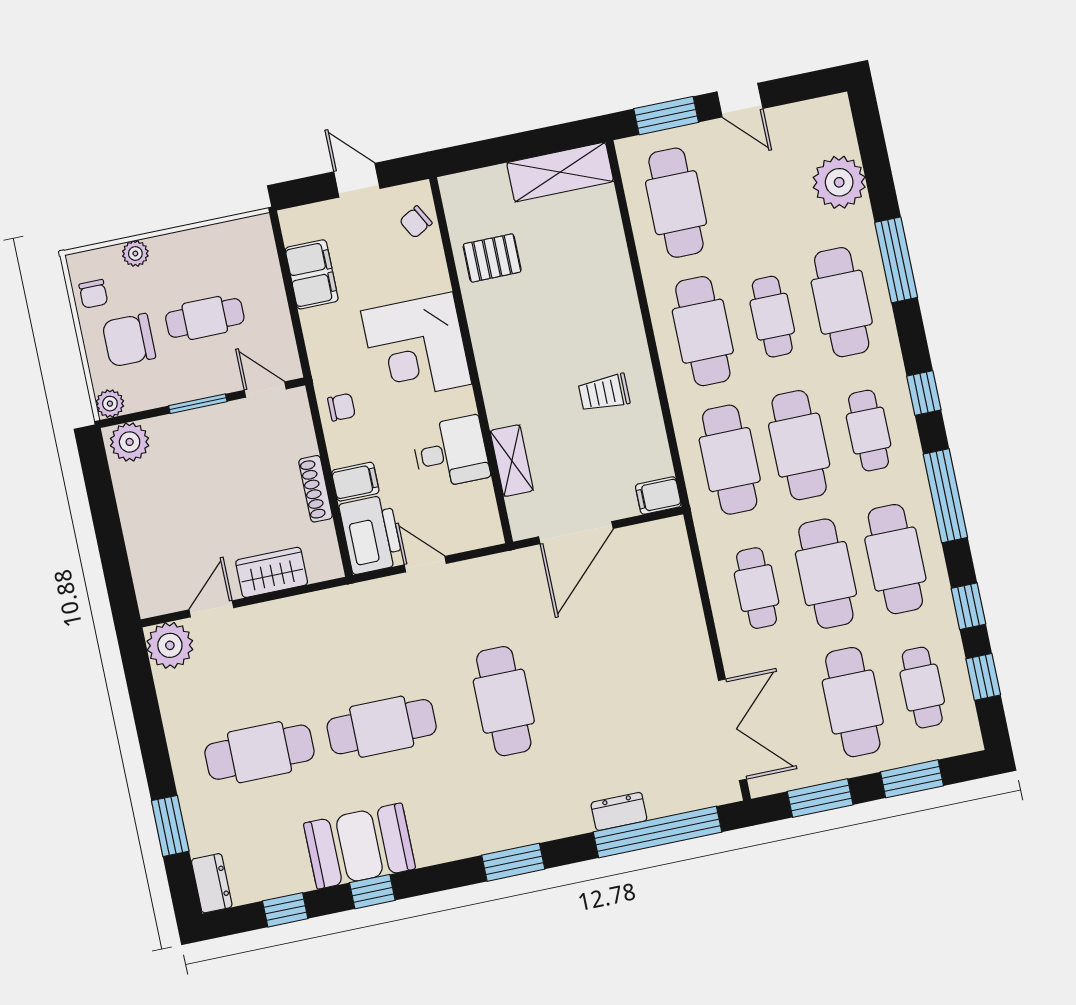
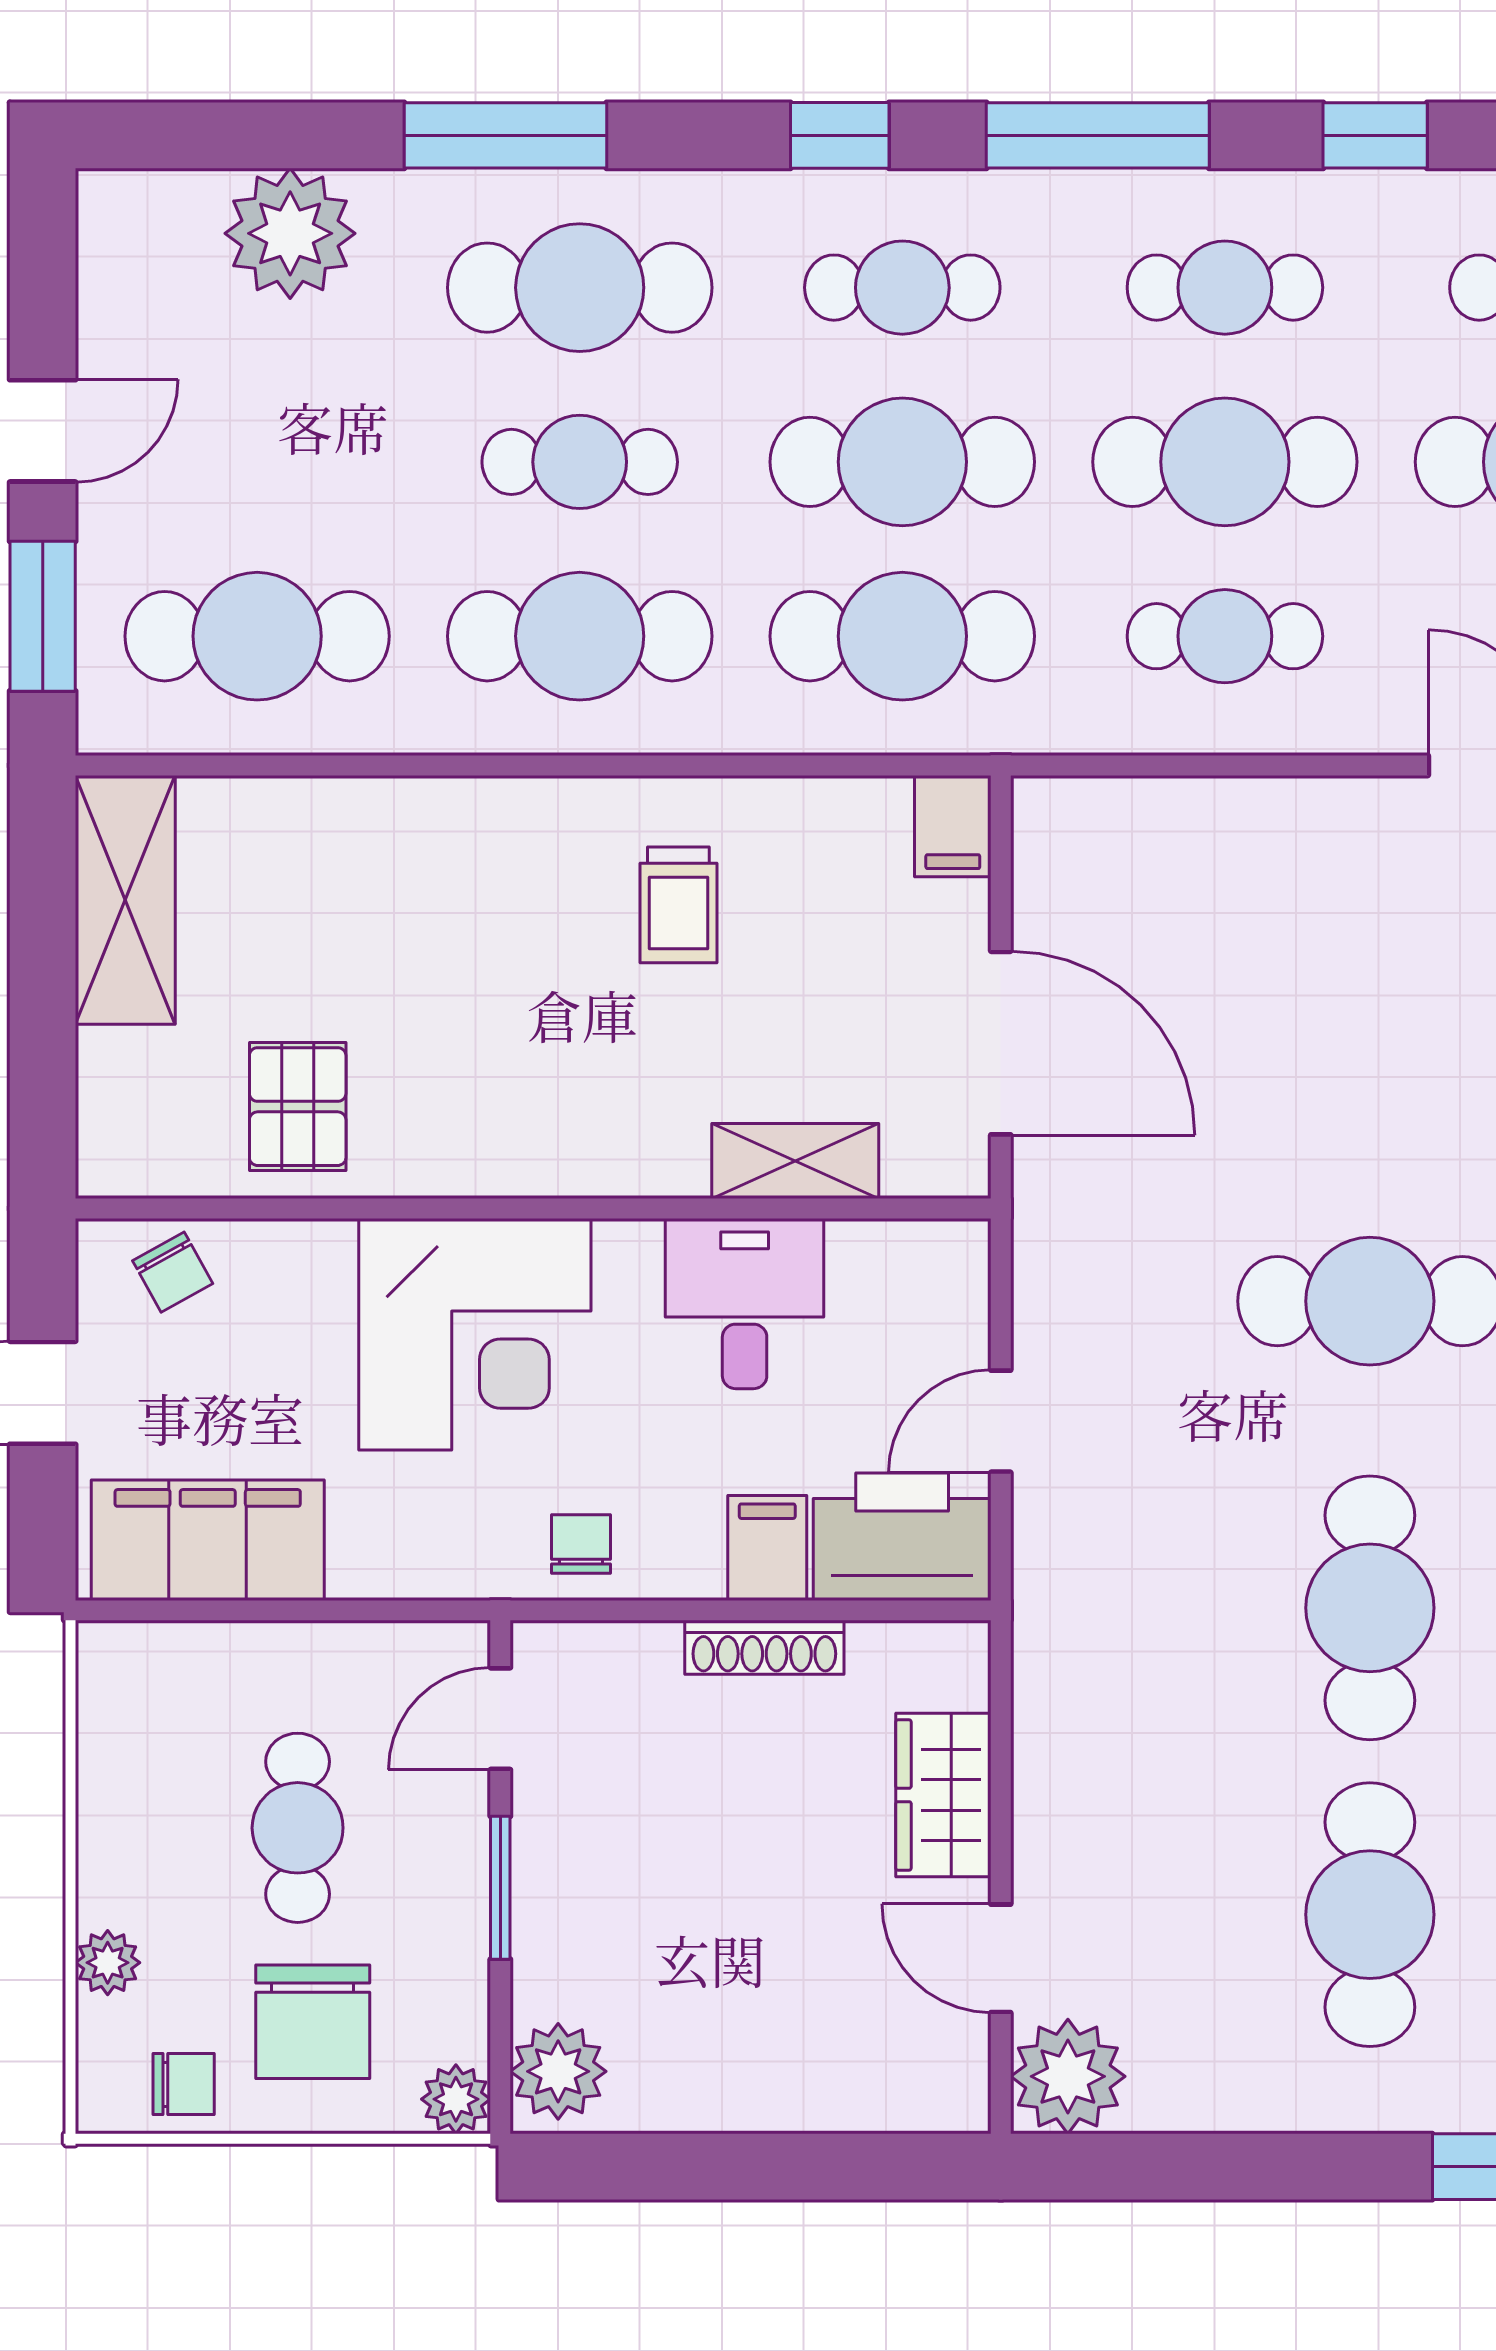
filing cabinet: (312, 274) -> (208, 1540), width x1.50, depth x1.17
cafe table: (895, 559) -> (1225, 288), width x0.73, depth x0.74

